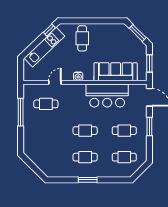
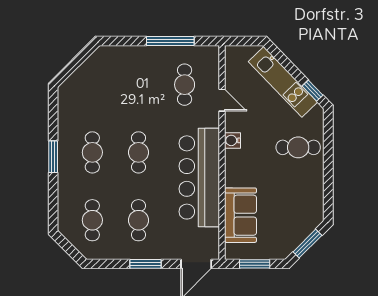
sofa: (116, 72) -> (240, 215), width x0.73
bar counter: (107, 95) -> (199, 177), width x1.36

